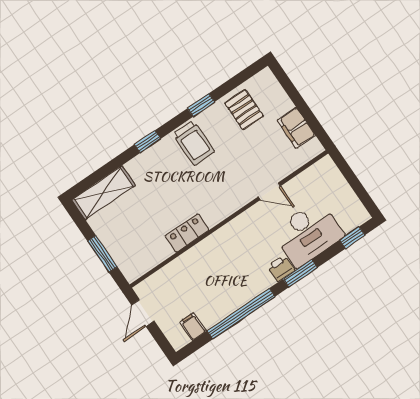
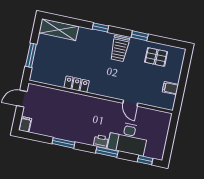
pallet: (244, 110) -> (156, 57), turned 90
filing cabinet: (296, 128) -> (170, 88), width x0.50
window: (241, 314) -> (63, 143), width x0.47
filing cabinet: (193, 326) -> (25, 124), moved

